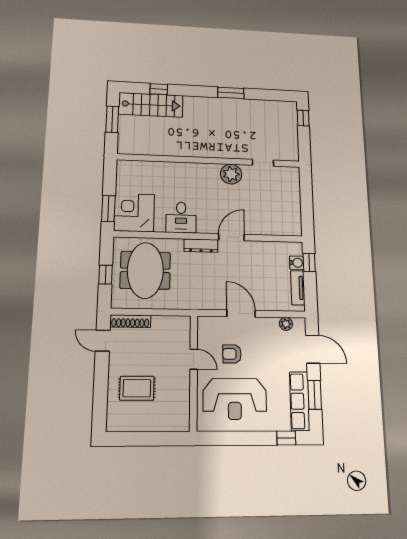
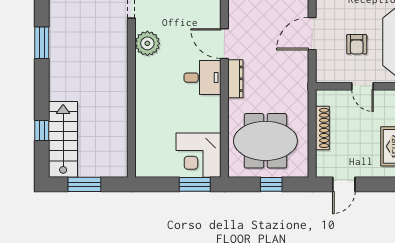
desk: (181, 217) -> (202, 78), moved
shoe rack: (130, 321) -> (322, 128), moved
door: (194, 359) -> (363, 86), swing flipped

